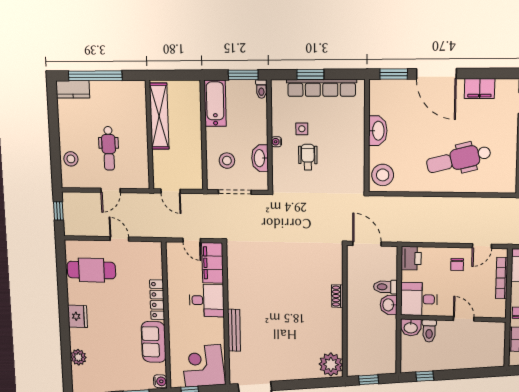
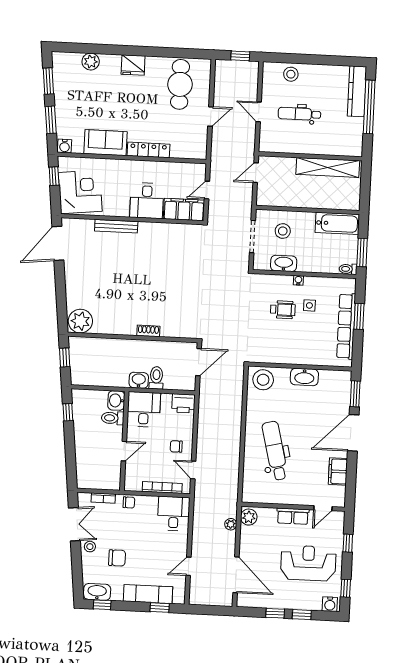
kitchen counter: (73, 89) -> (357, 91), width x1.50

